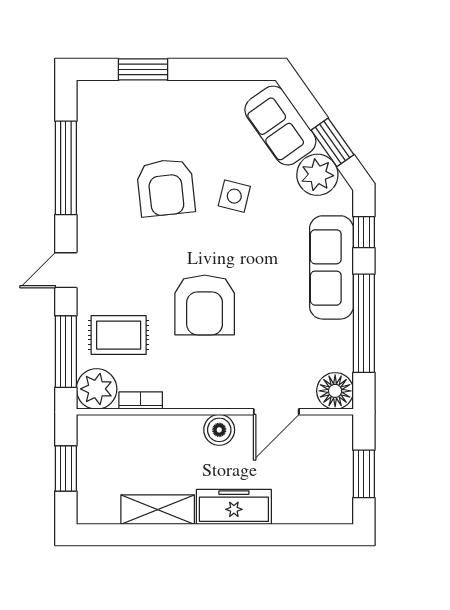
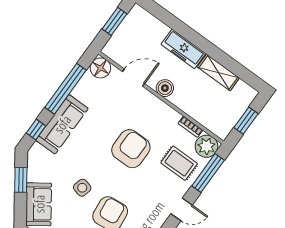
plant: (317, 175) -> (38, 170), removed

